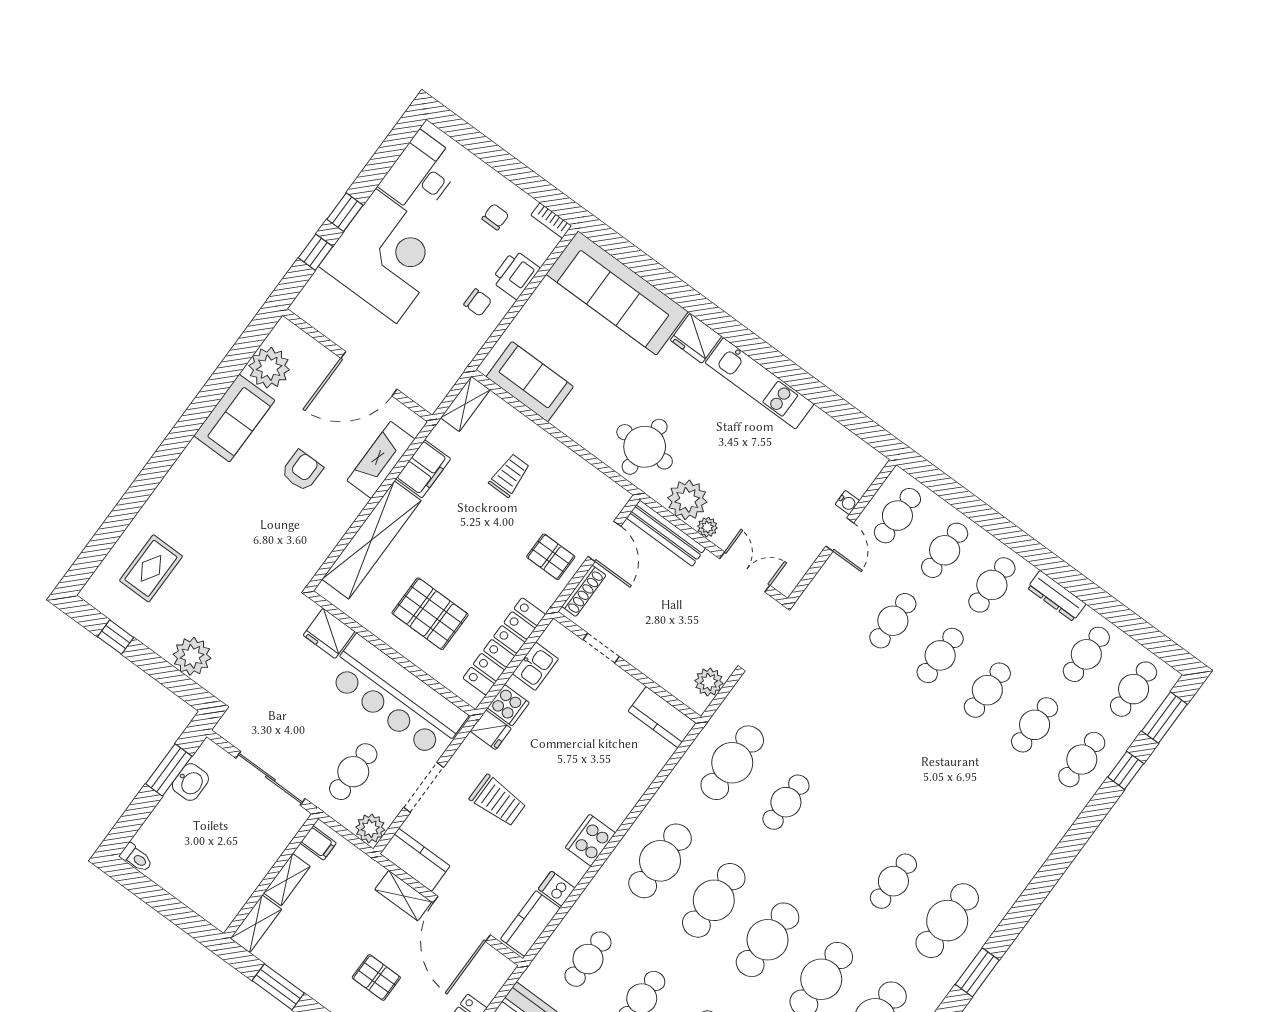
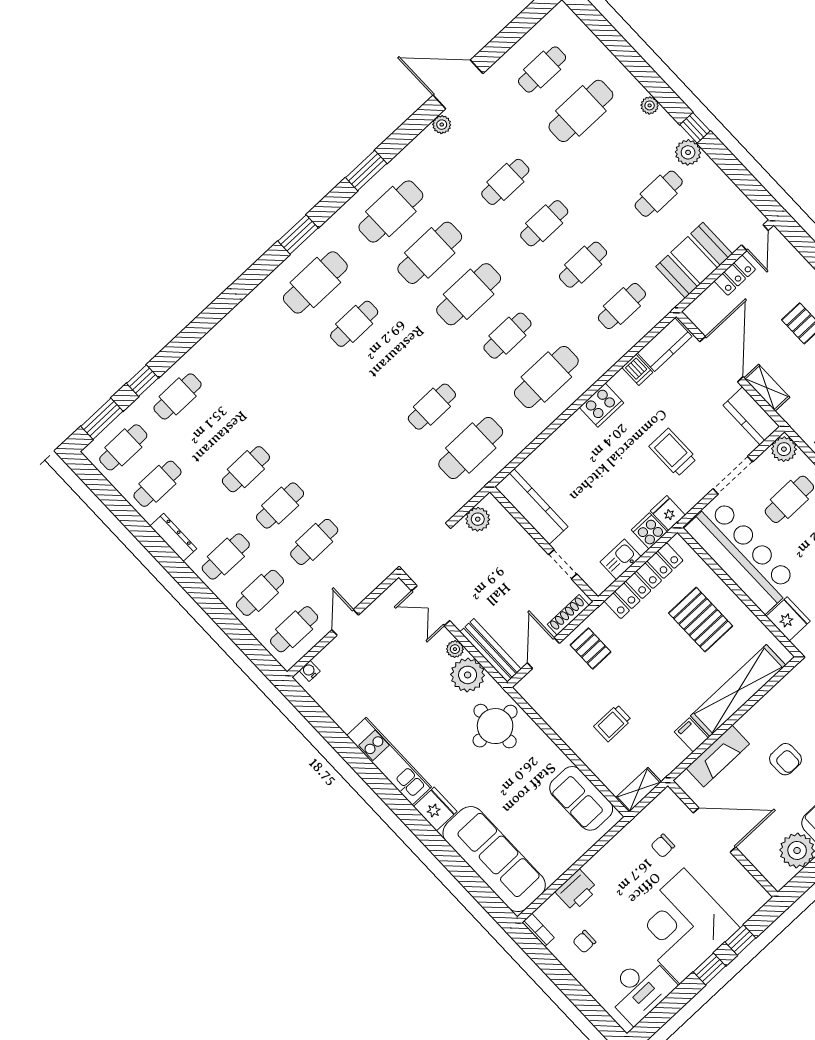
chair: (478, 303) -> (663, 846), moved, turned -90
filing cabinet: (423, 469) -> (691, 735), width x0.50
armchair: (302, 471) -> (785, 759), turned -90
water cooler: (847, 502) -> (310, 671), moved
kitchen counter: (662, 717) -> (531, 507), width x1.50
cafe table: (1035, 725) -> (212, 433), removed
cafe table: (714, 900) -> (507, 336), width x0.73, depth x0.74

